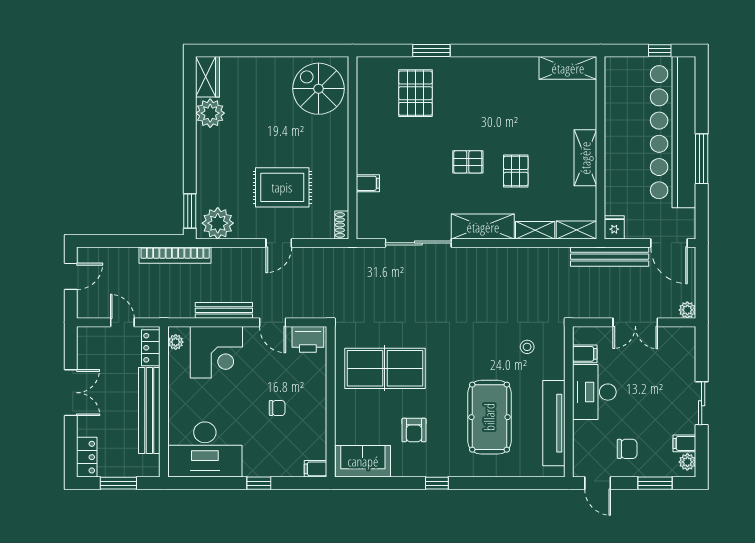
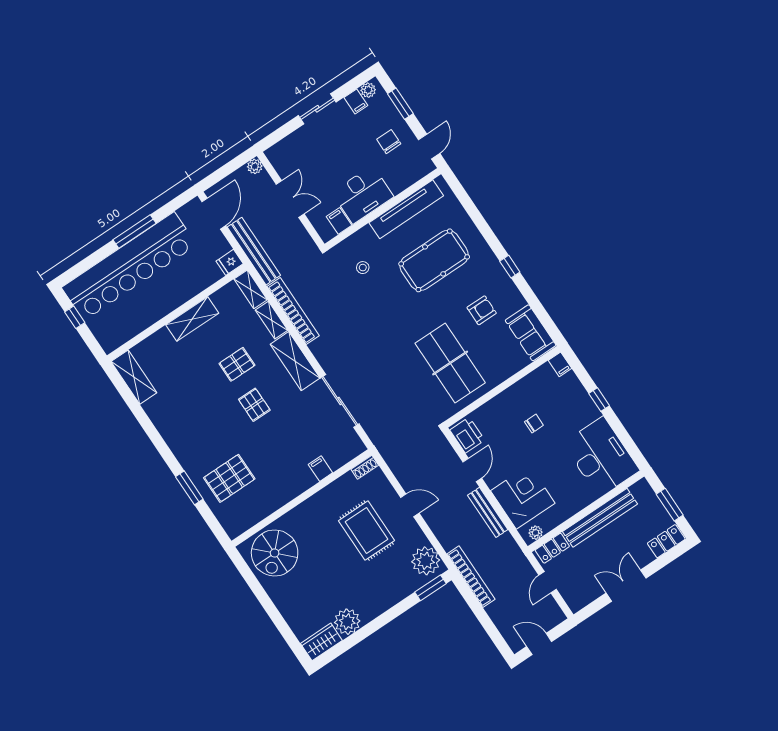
bookcase: (530, 256) -> (293, 311), added
chair: (277, 408) -> (534, 424), turned 90

